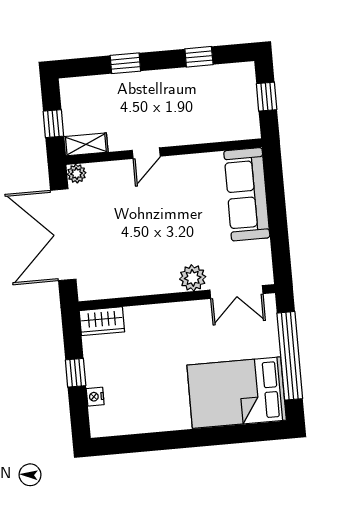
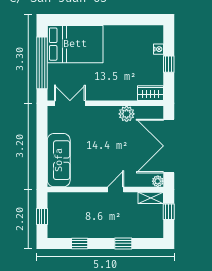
double door: (63, 235) -> (169, 146), swing flipped
plant: (193, 278) -> (127, 114), moved

